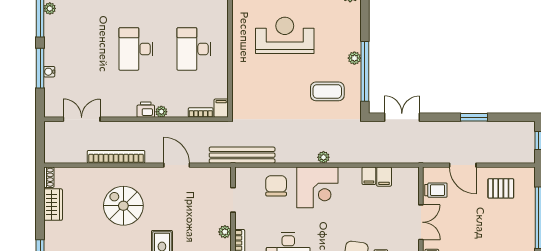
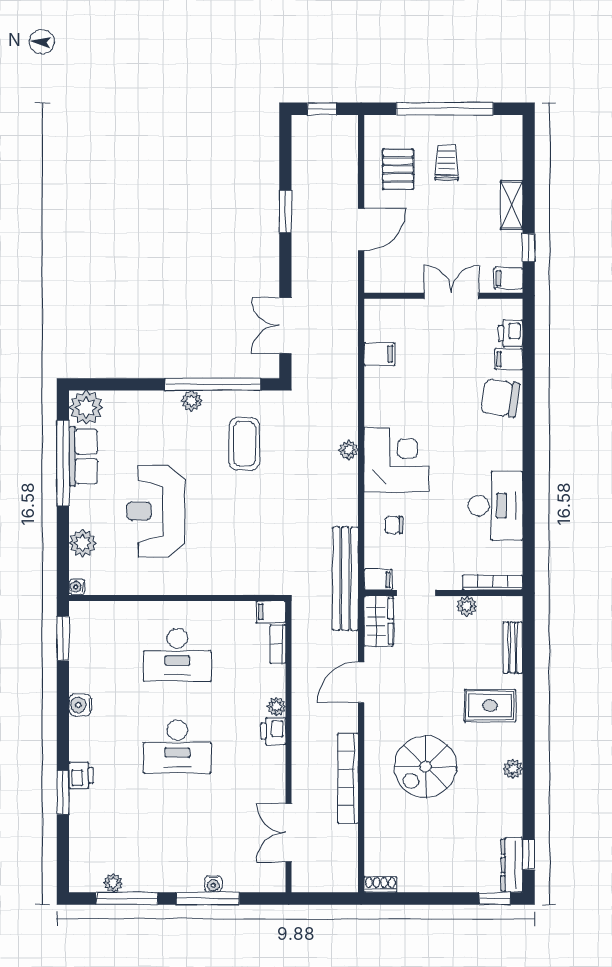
filing cabinet: (369, 176) -> (378, 580), moved
chair: (276, 186) -> (394, 525), width x0.54, depth x0.54
trolley: (436, 190) -> (447, 163), moved
wardrobe: (53, 205) -> (379, 621), moved, turned 90

